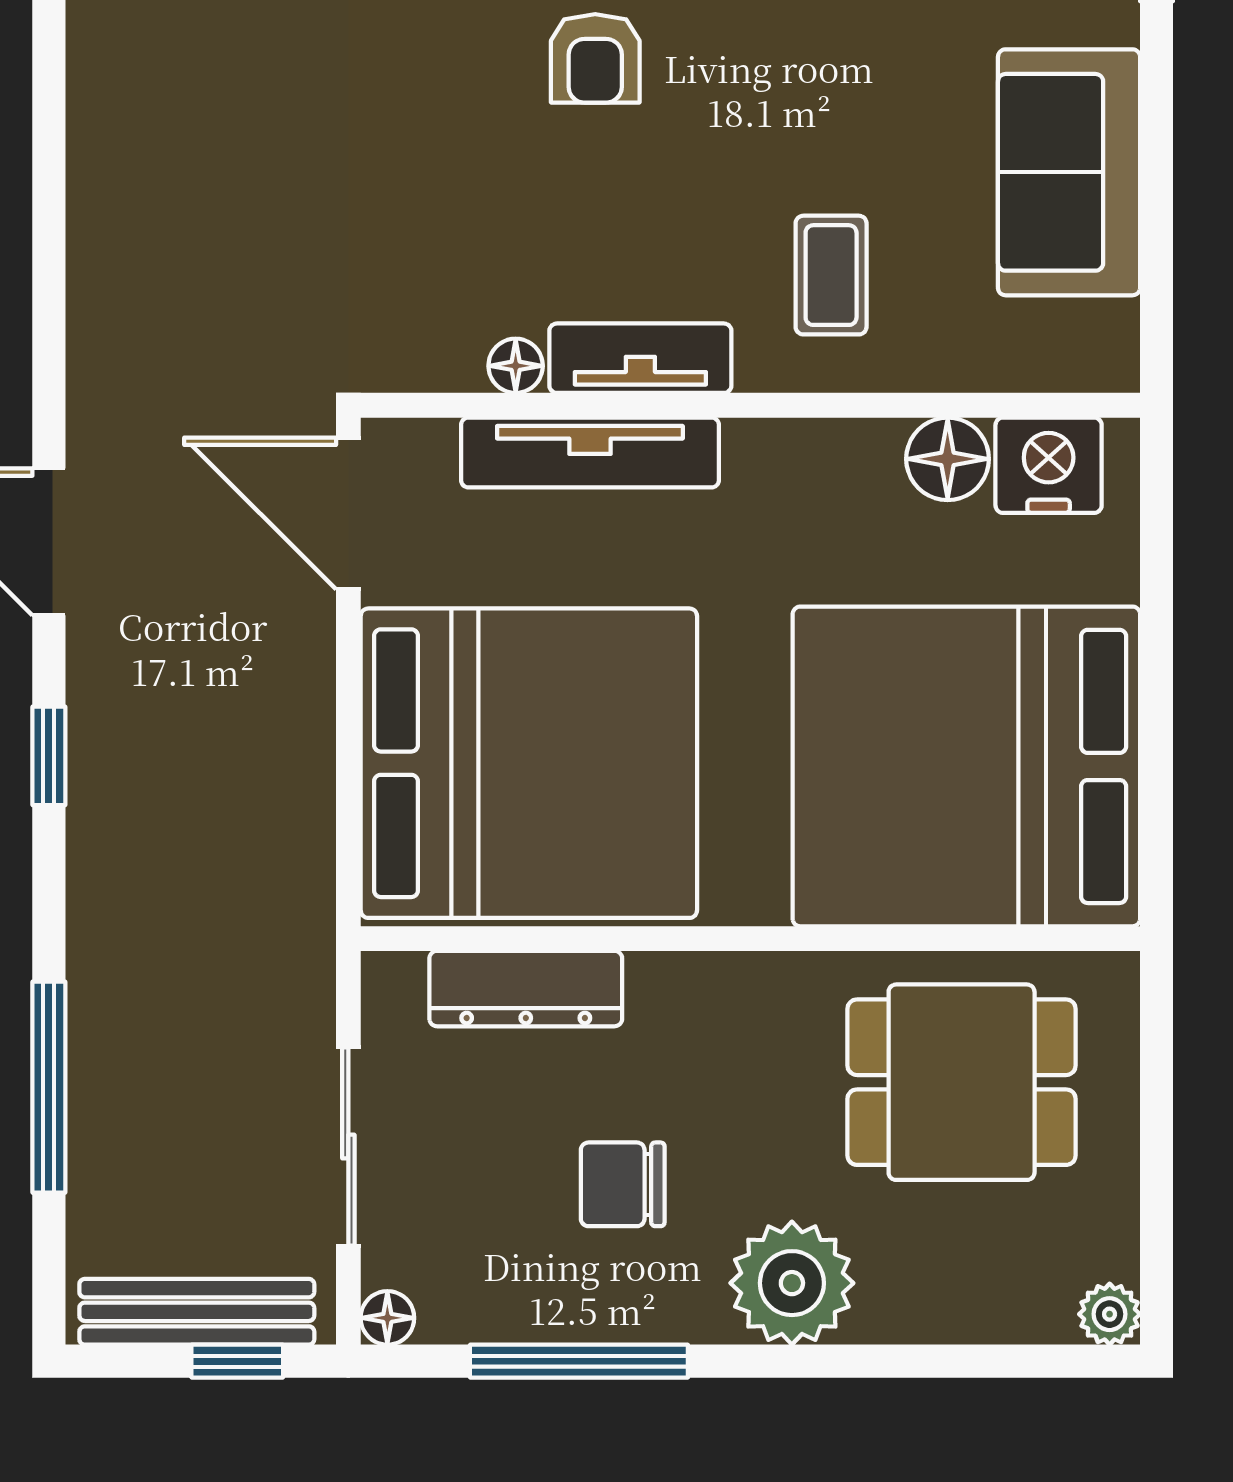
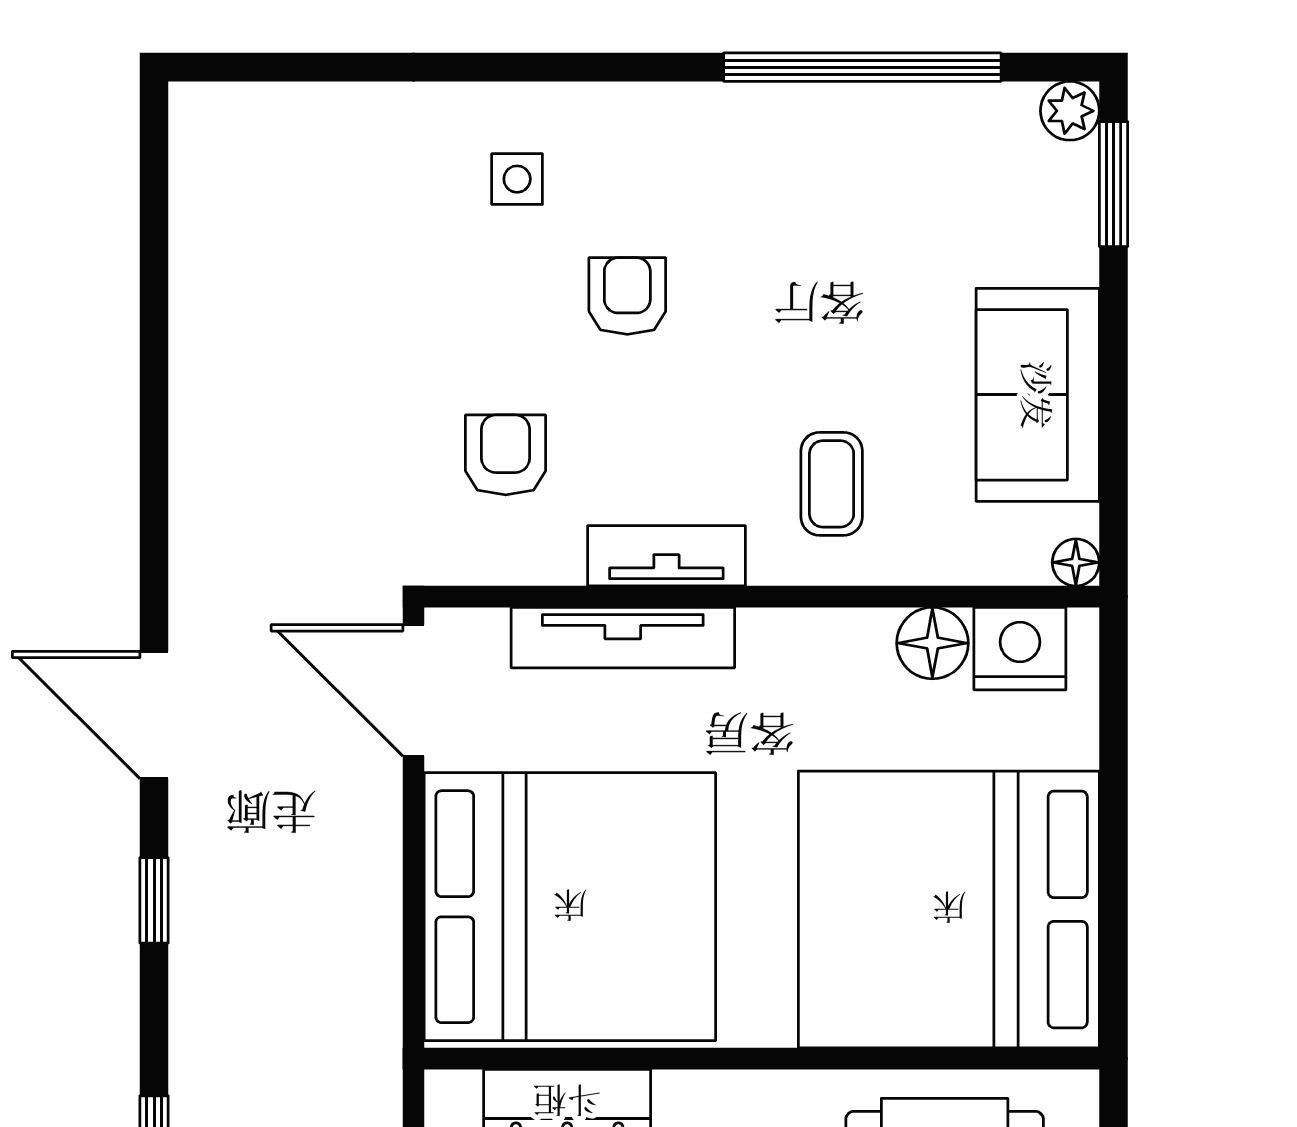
armchair: (595, 58) -> (627, 296), turned 180
armchair: (455, 242) -> (506, 455), added
floor lamp: (516, 366) -> (1076, 562), moved

